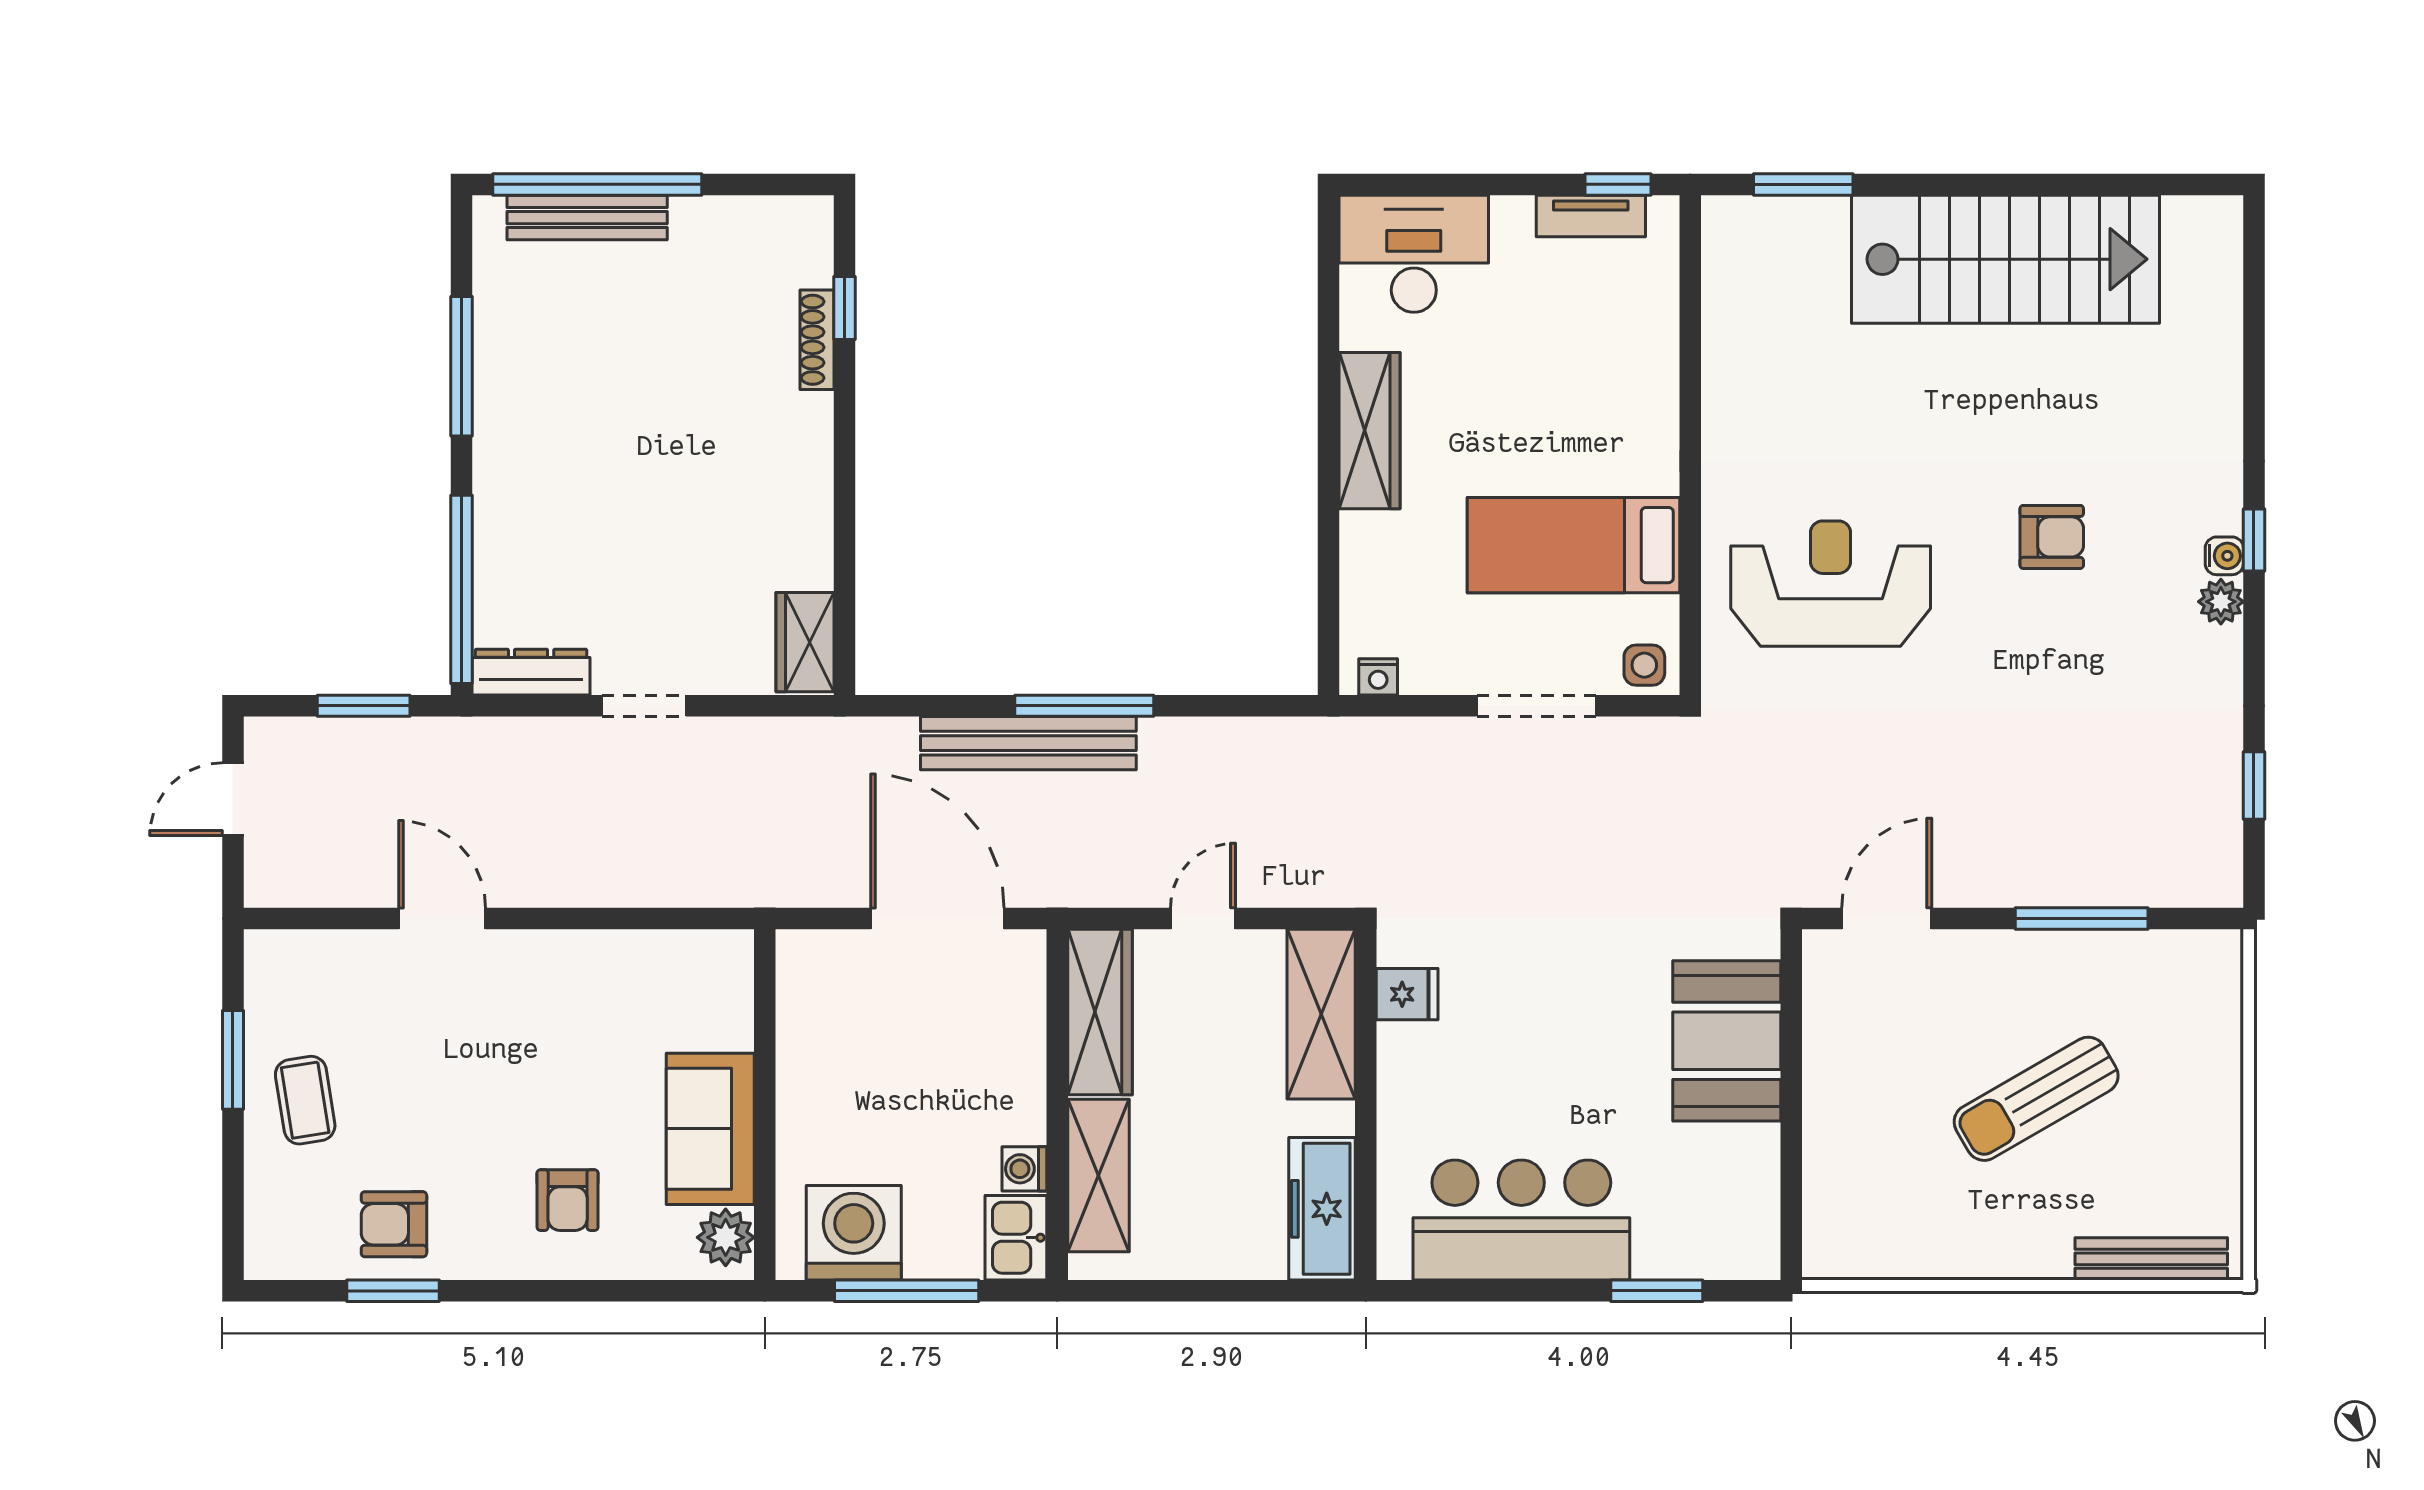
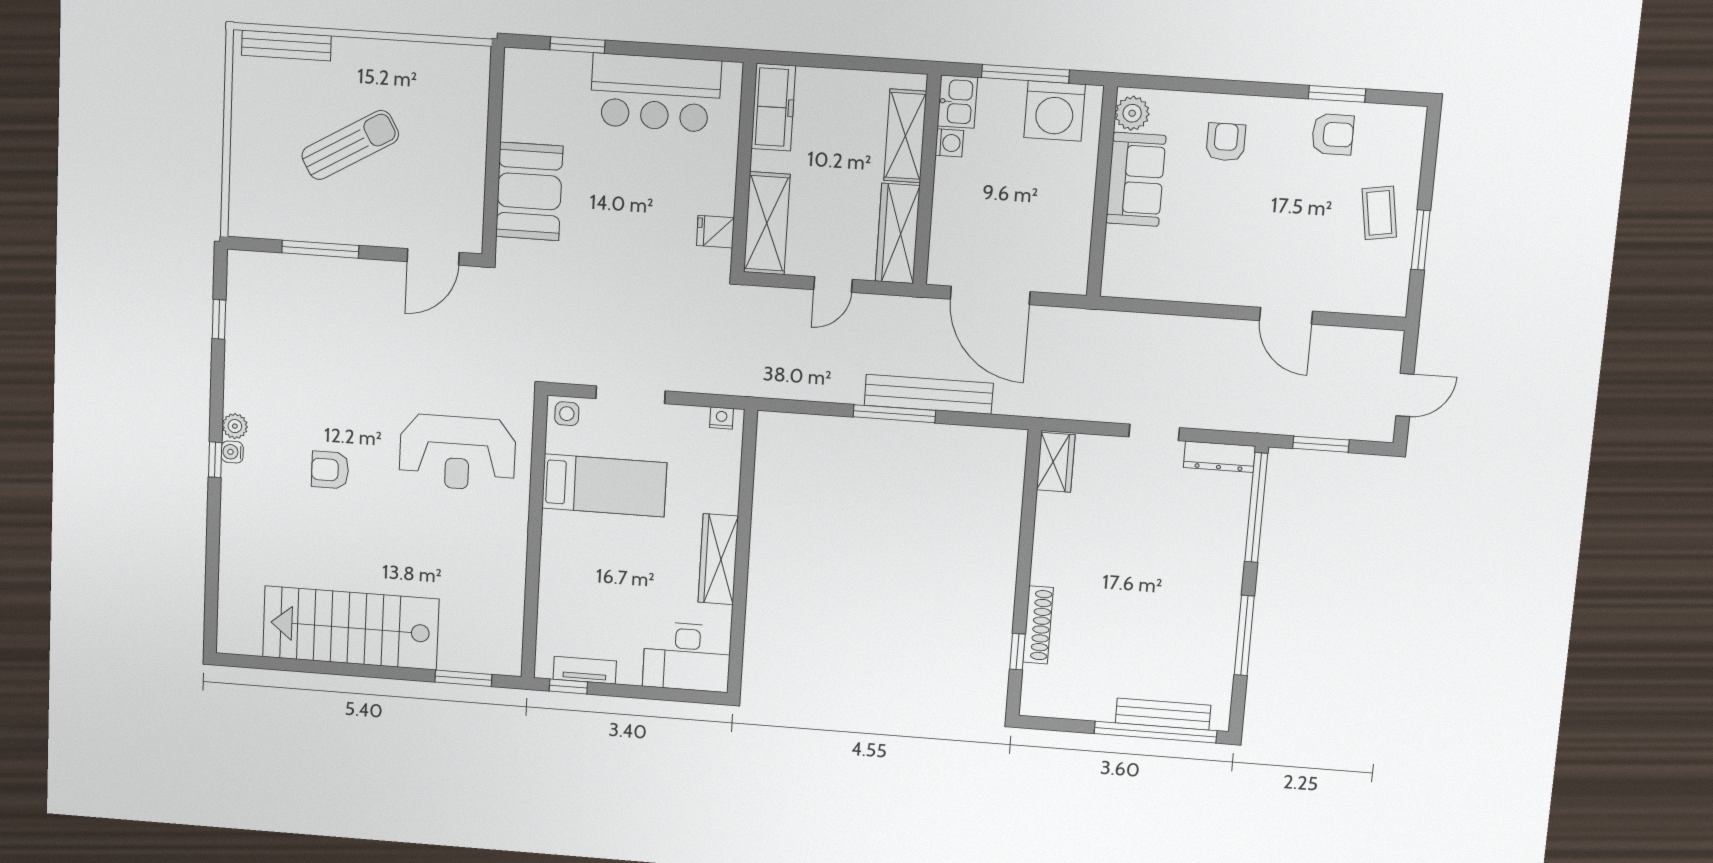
shoe rack: (817, 340) -> (1038, 625), width x1.36, depth x1.24

